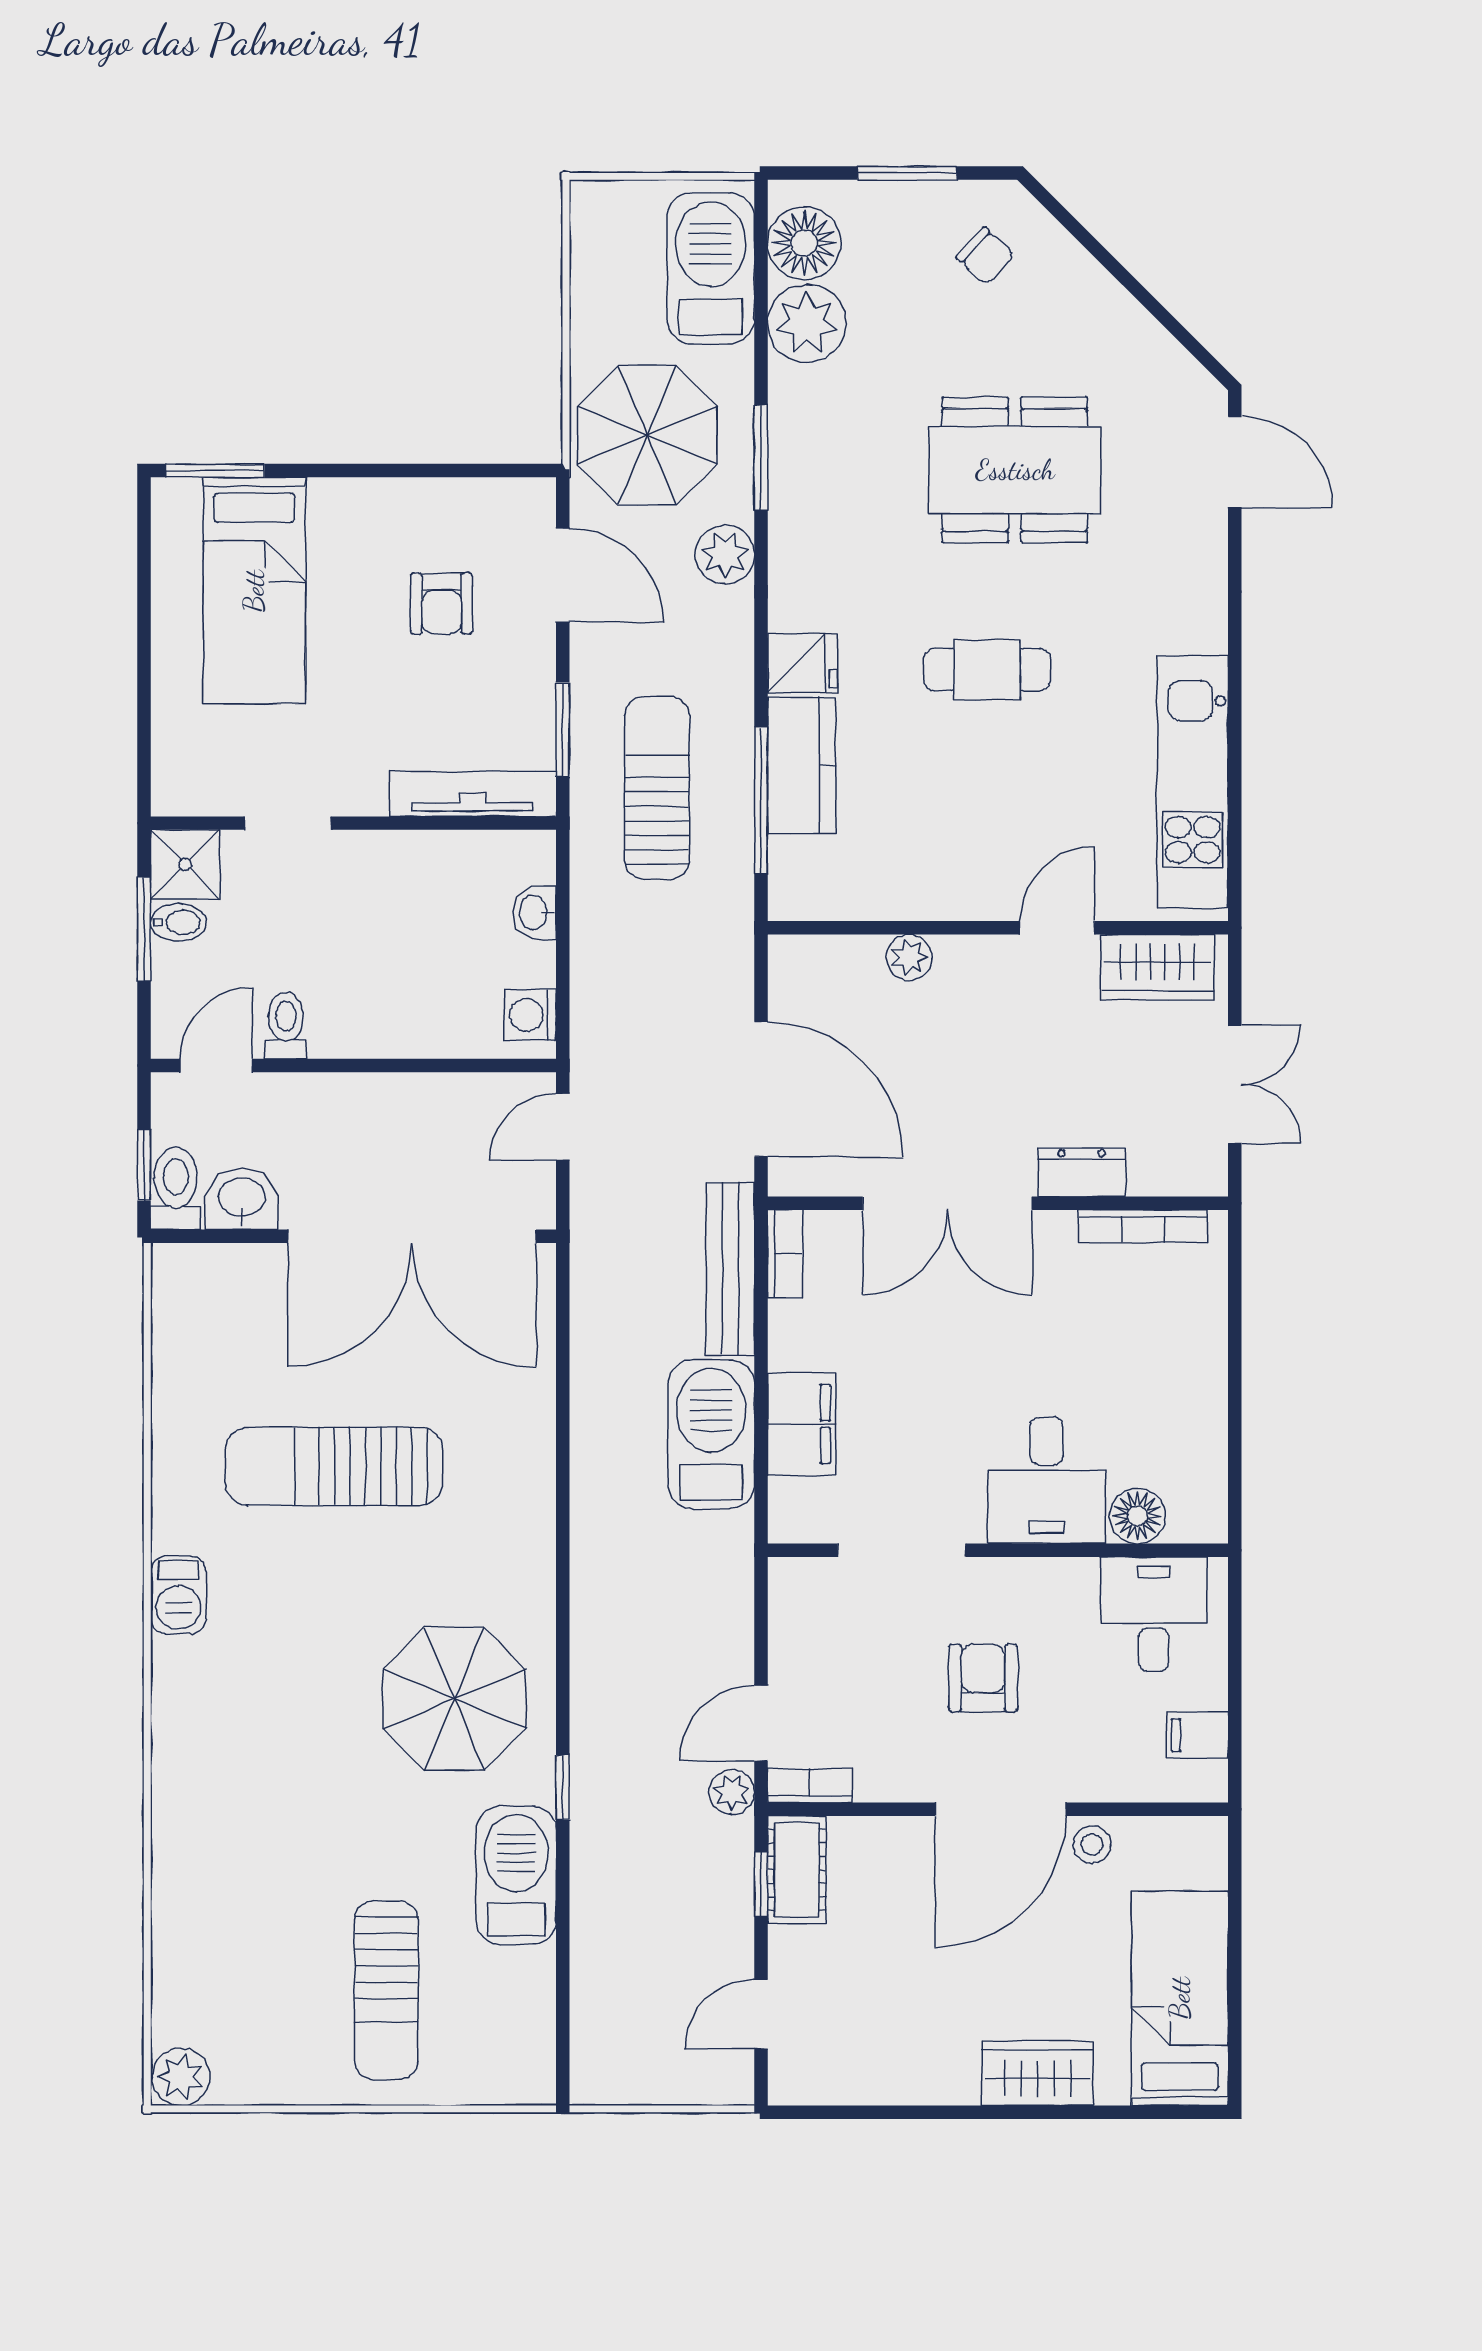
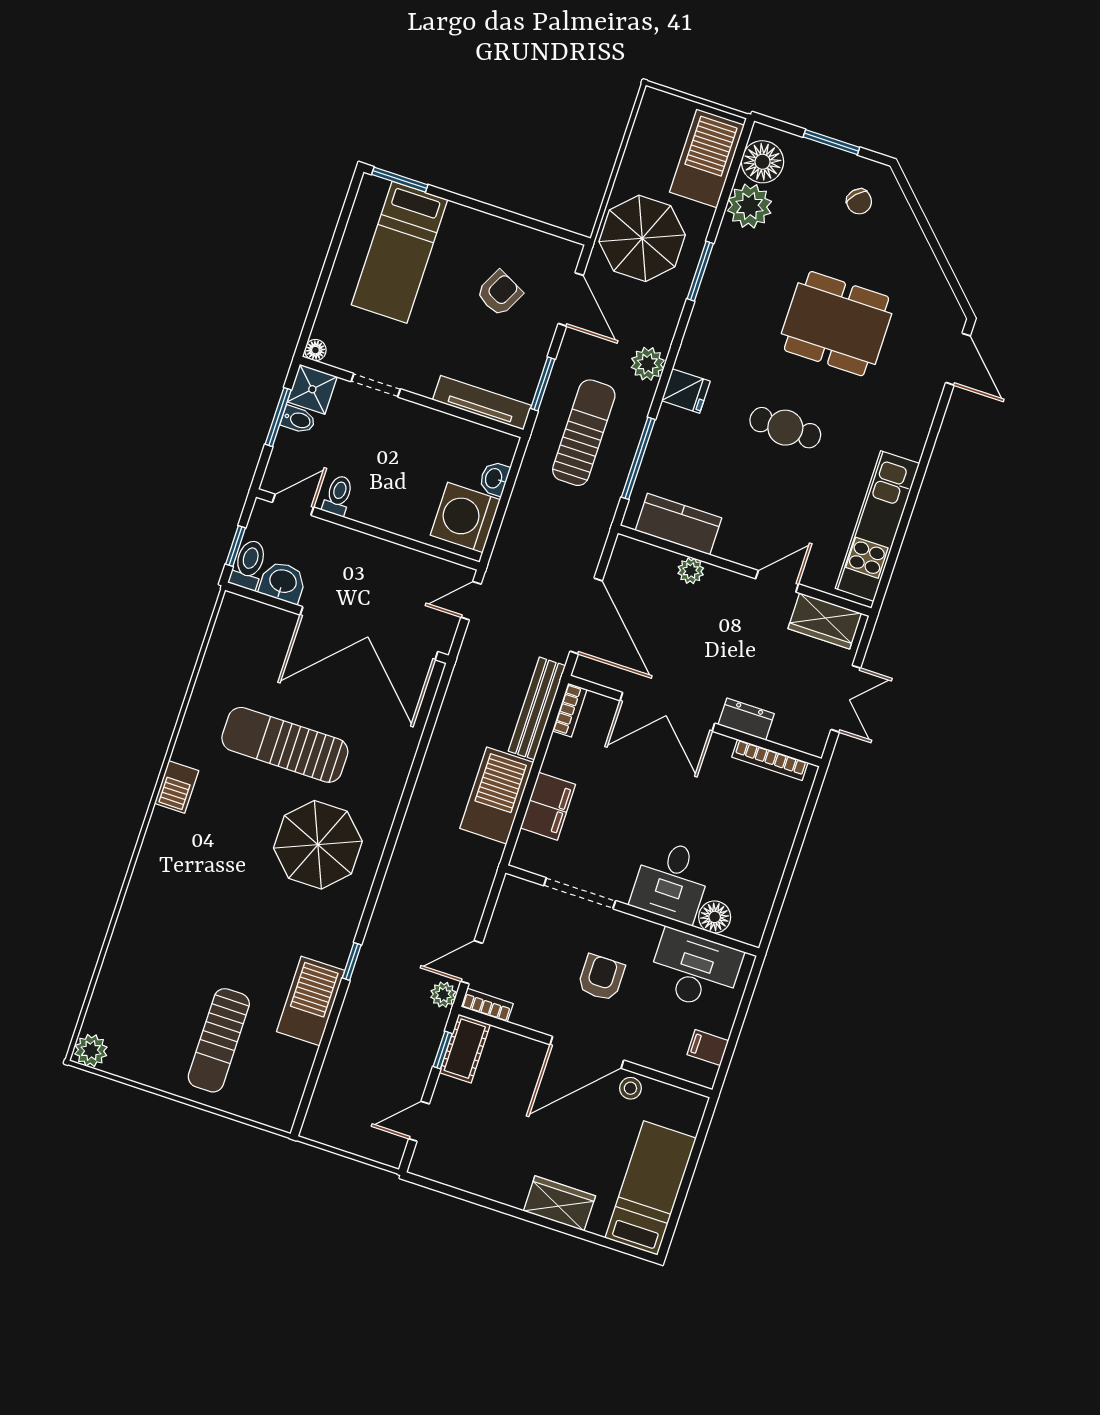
plant: (725, 555) -> (648, 364), moved
armchair: (442, 604) -> (499, 293), turned -153
kitchen counter: (802, 765) -> (678, 524), moved, turned -90
floor lamp: (169, 798) -> (315, 350), added
washing machine: (530, 1015) -> (465, 517), width x1.89, depth x1.89
desk: (1154, 1614) -> (695, 970), width x1.37
parasol: (454, 1699) -> (318, 845), moved

